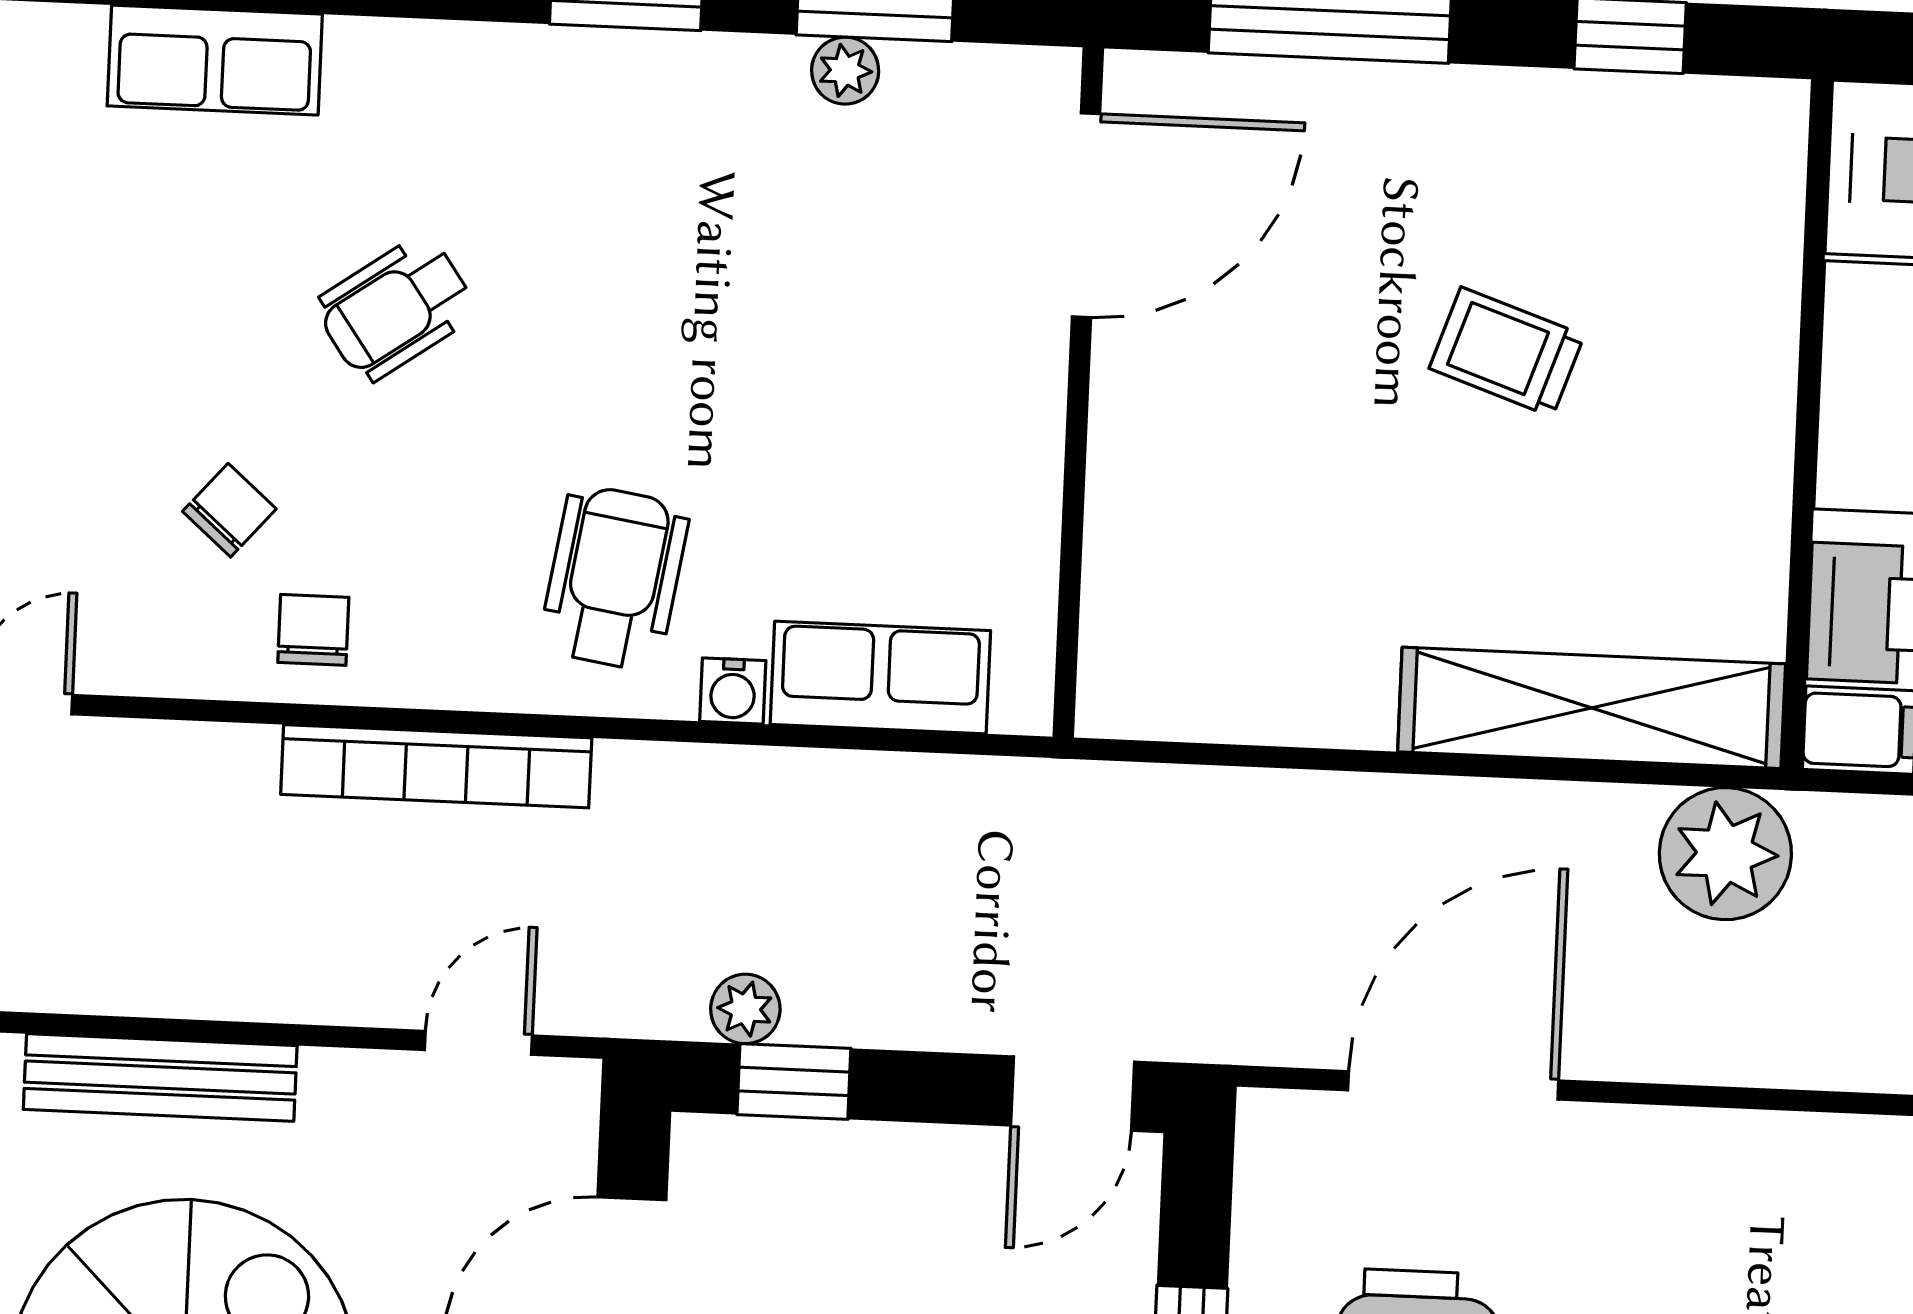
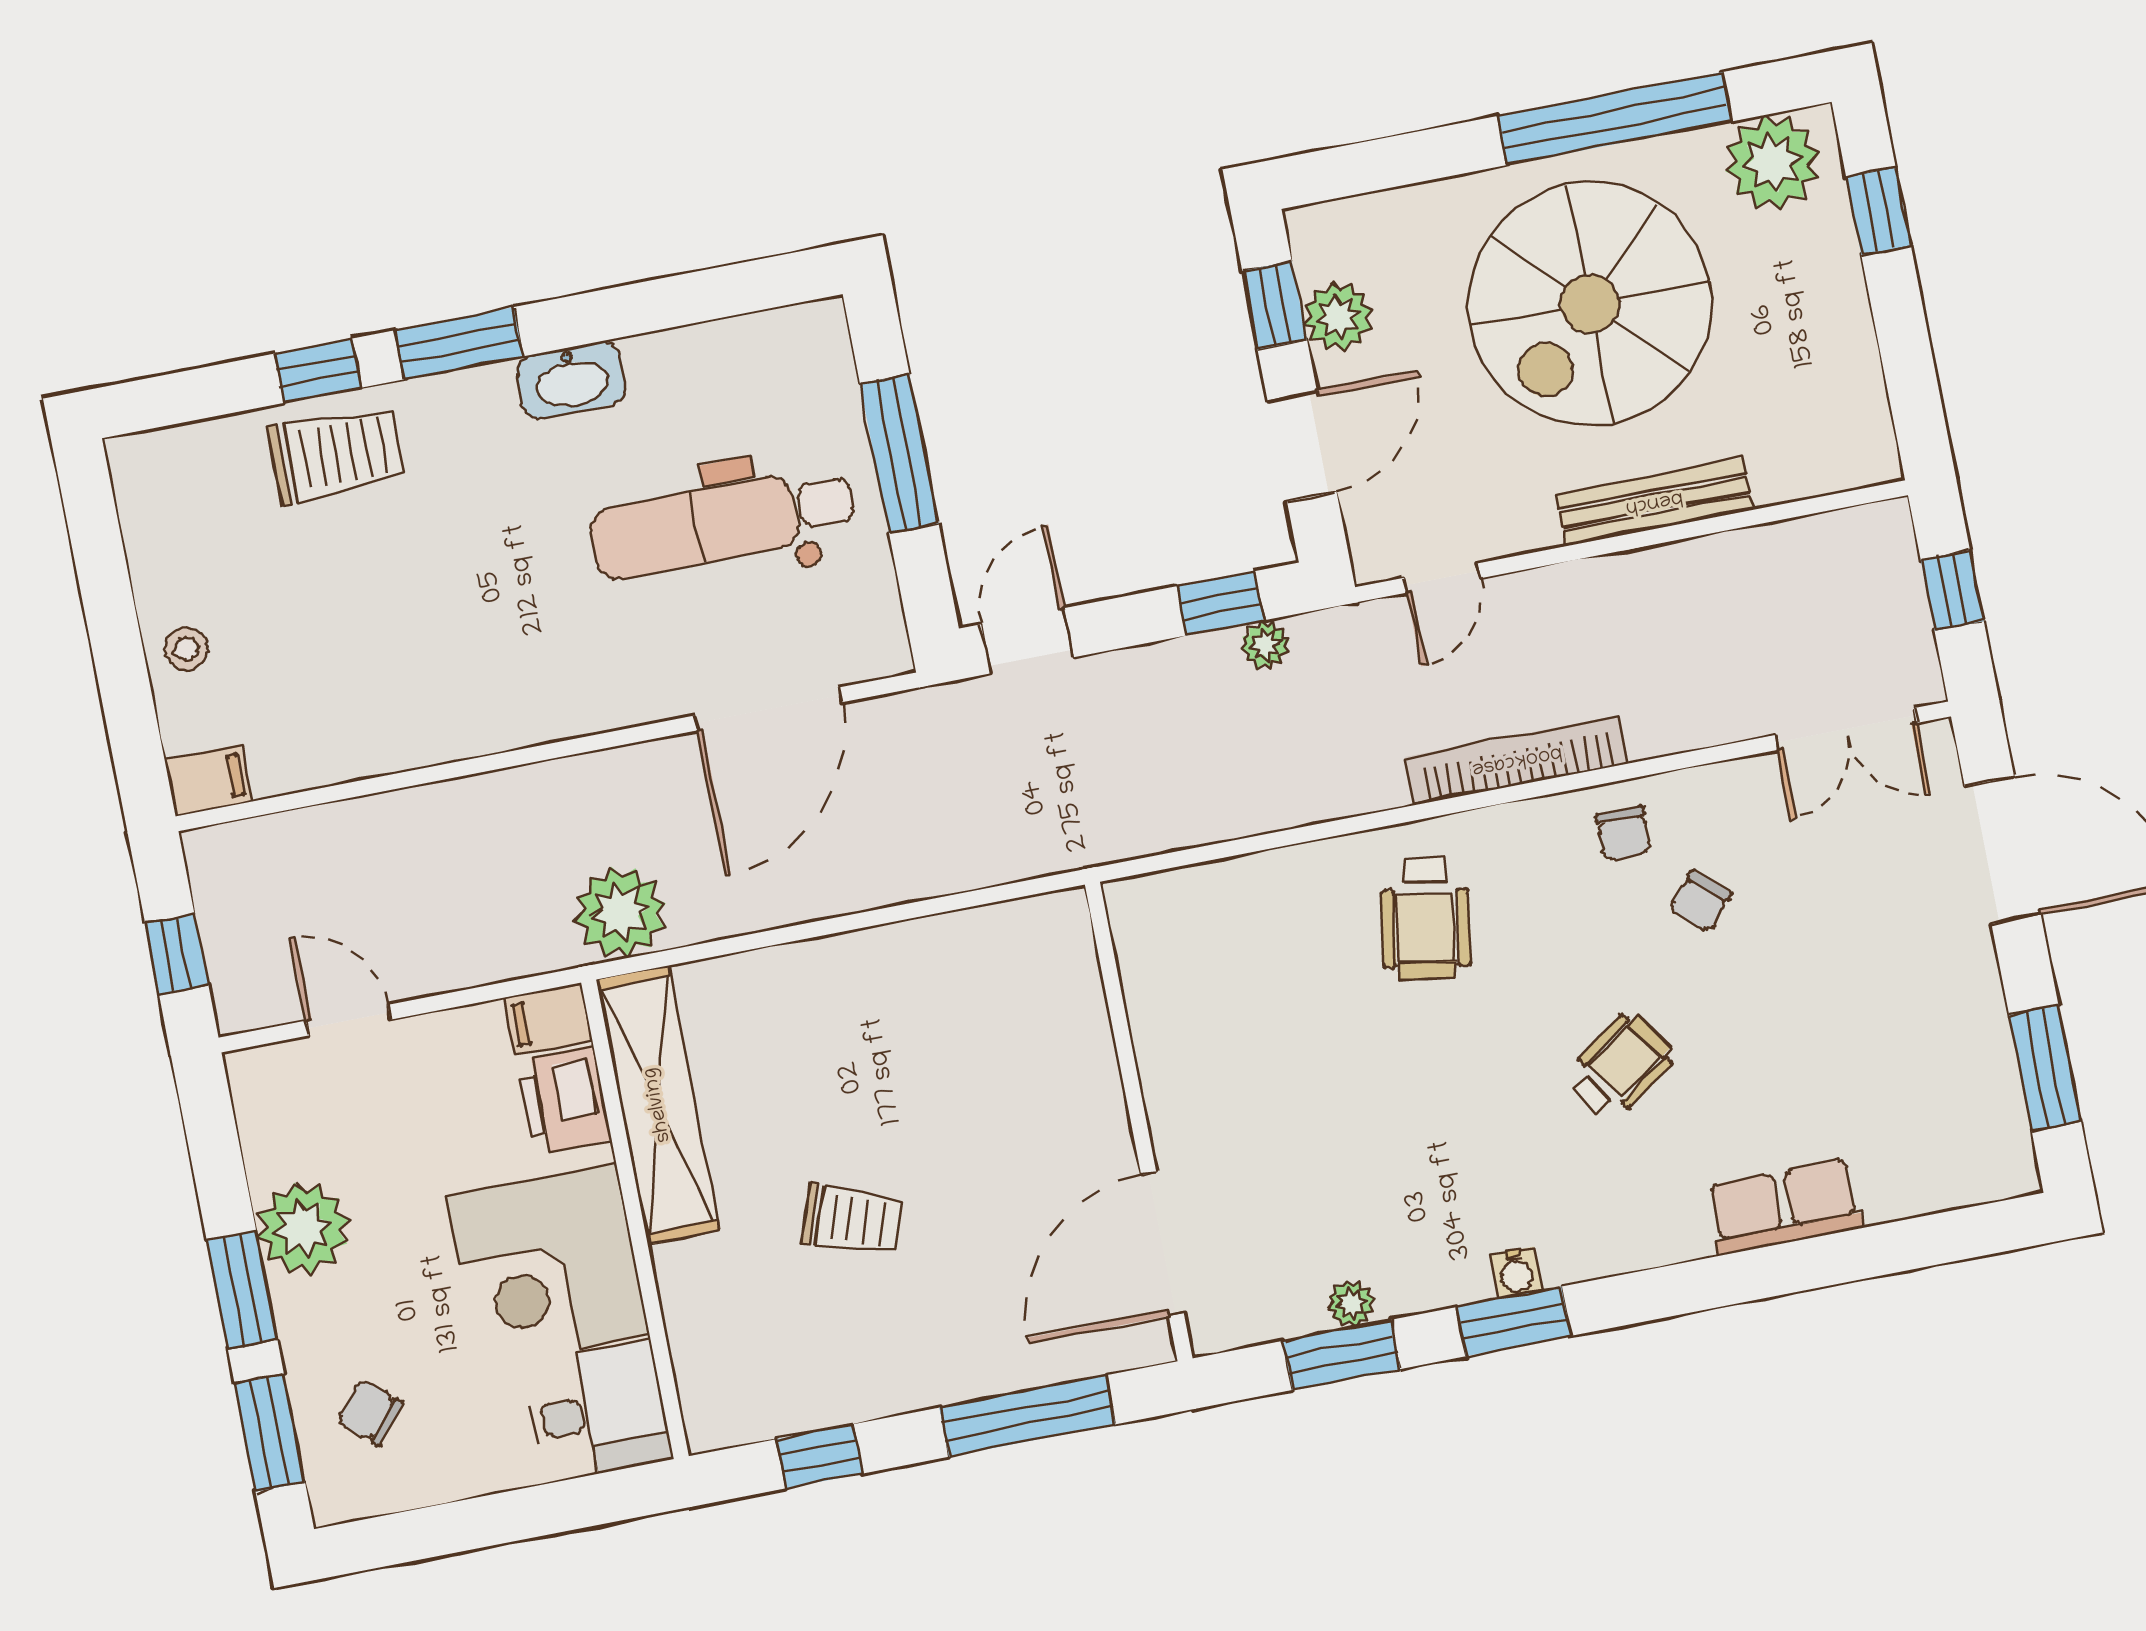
row of seats: (880, 678) -> (1227, 894), removed
water cooler: (733, 691) -> (1516, 1273), moved, turned 180
shelving: (1592, 708) -> (658, 1105), moved, turned 90

